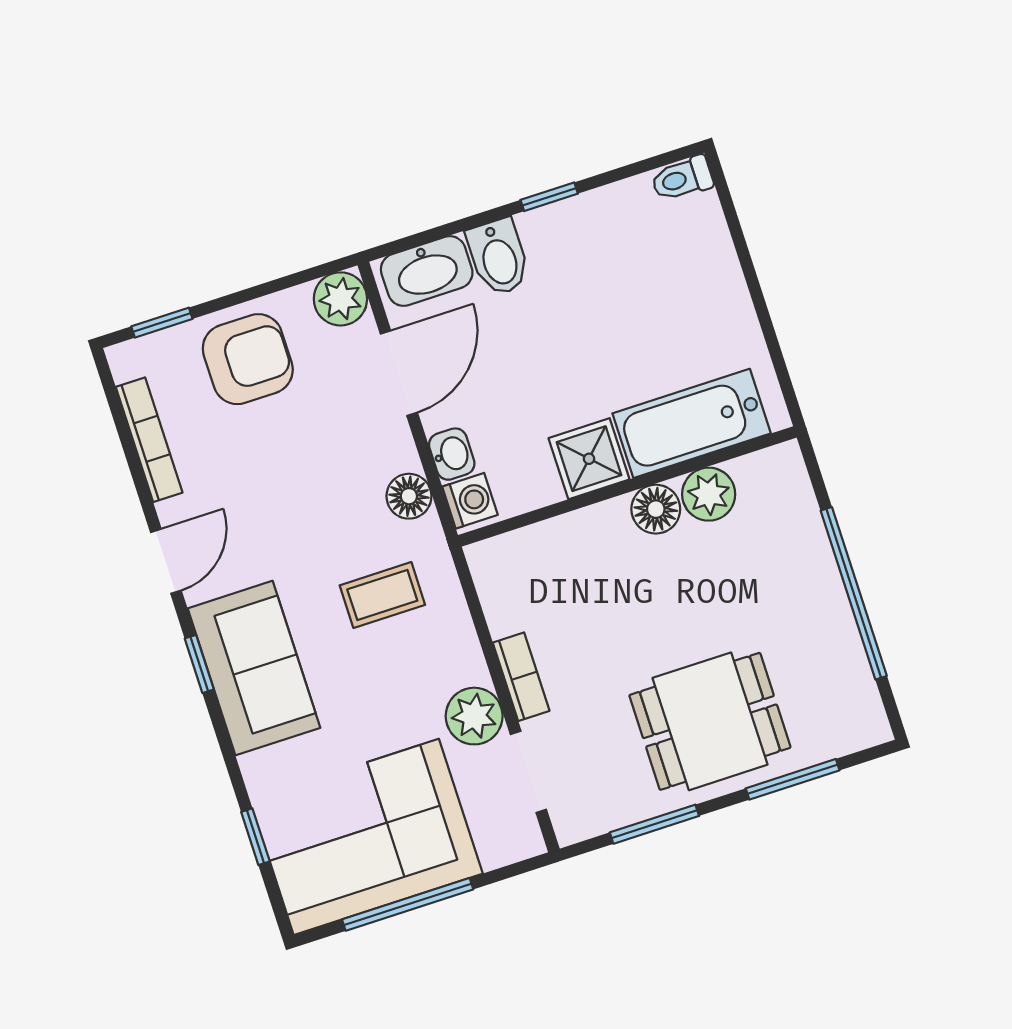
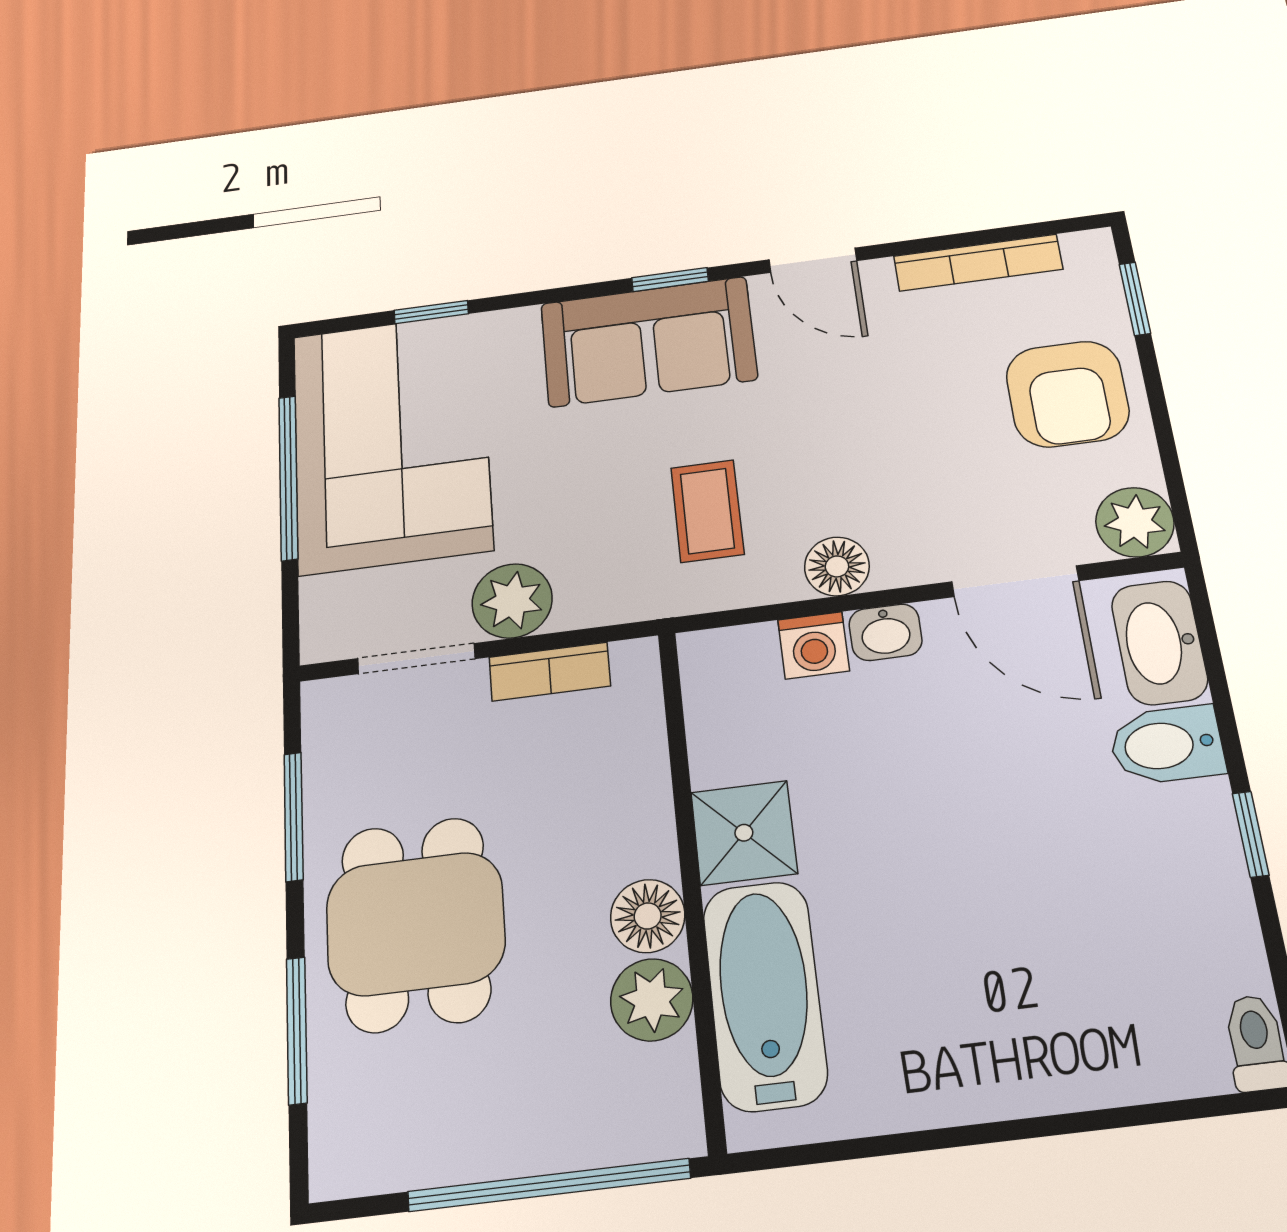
bathtub: (692, 423) -> (765, 995), moved
shower: (589, 459) -> (744, 833), moved
wall: (627, 486) -> (691, 881), moved
plant: (709, 494) -> (652, 1000), moved
floor lamp: (656, 509) -> (648, 916), moved

